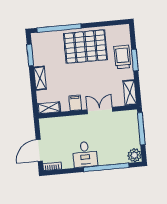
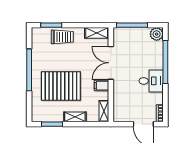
window: (59, 28) -> (29, 70), moved
pallet: (85, 47) -> (61, 86), moved, turned 90
trolley: (122, 57) -> (62, 37), turned 180
window: (135, 60) -> (51, 25), moved
double door: (100, 110) -> (111, 63), width x1.37

